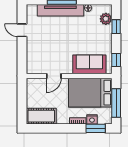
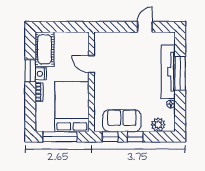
window: (116, 27) -> (135, 137), moved
sofa: (89, 64) -> (122, 121), moved, turned -90
nightstand: (92, 119) -> (41, 74), moved
window: (96, 128) -> (30, 71), moved

